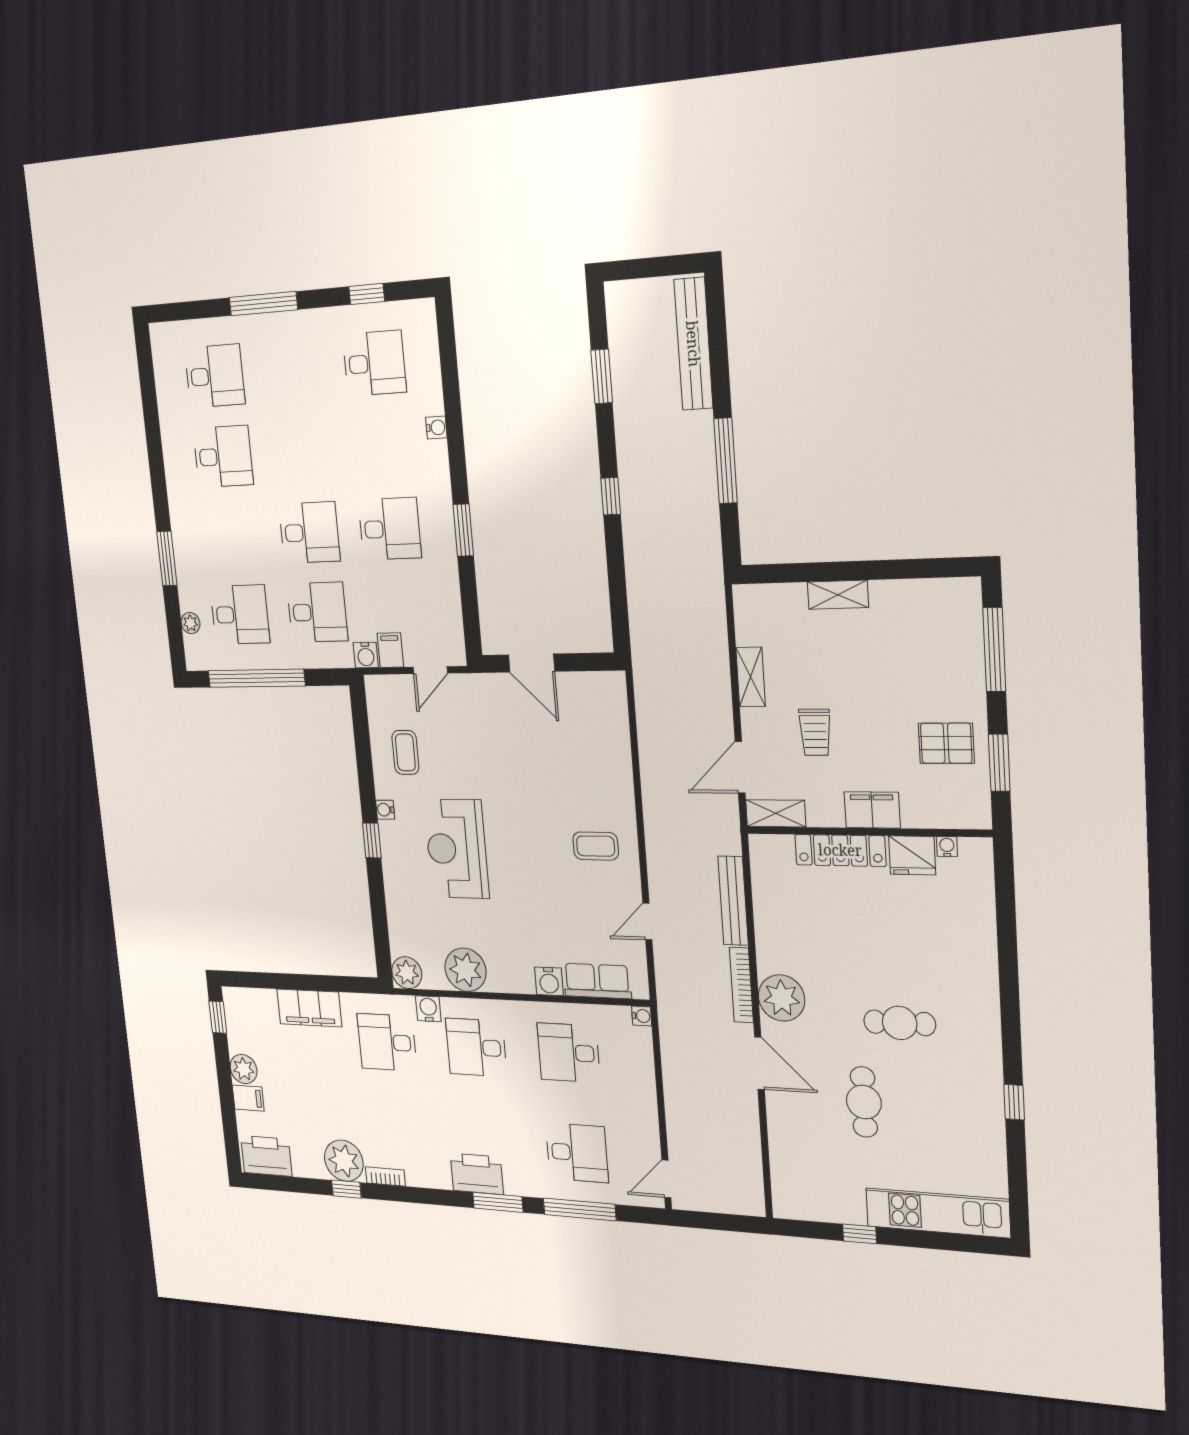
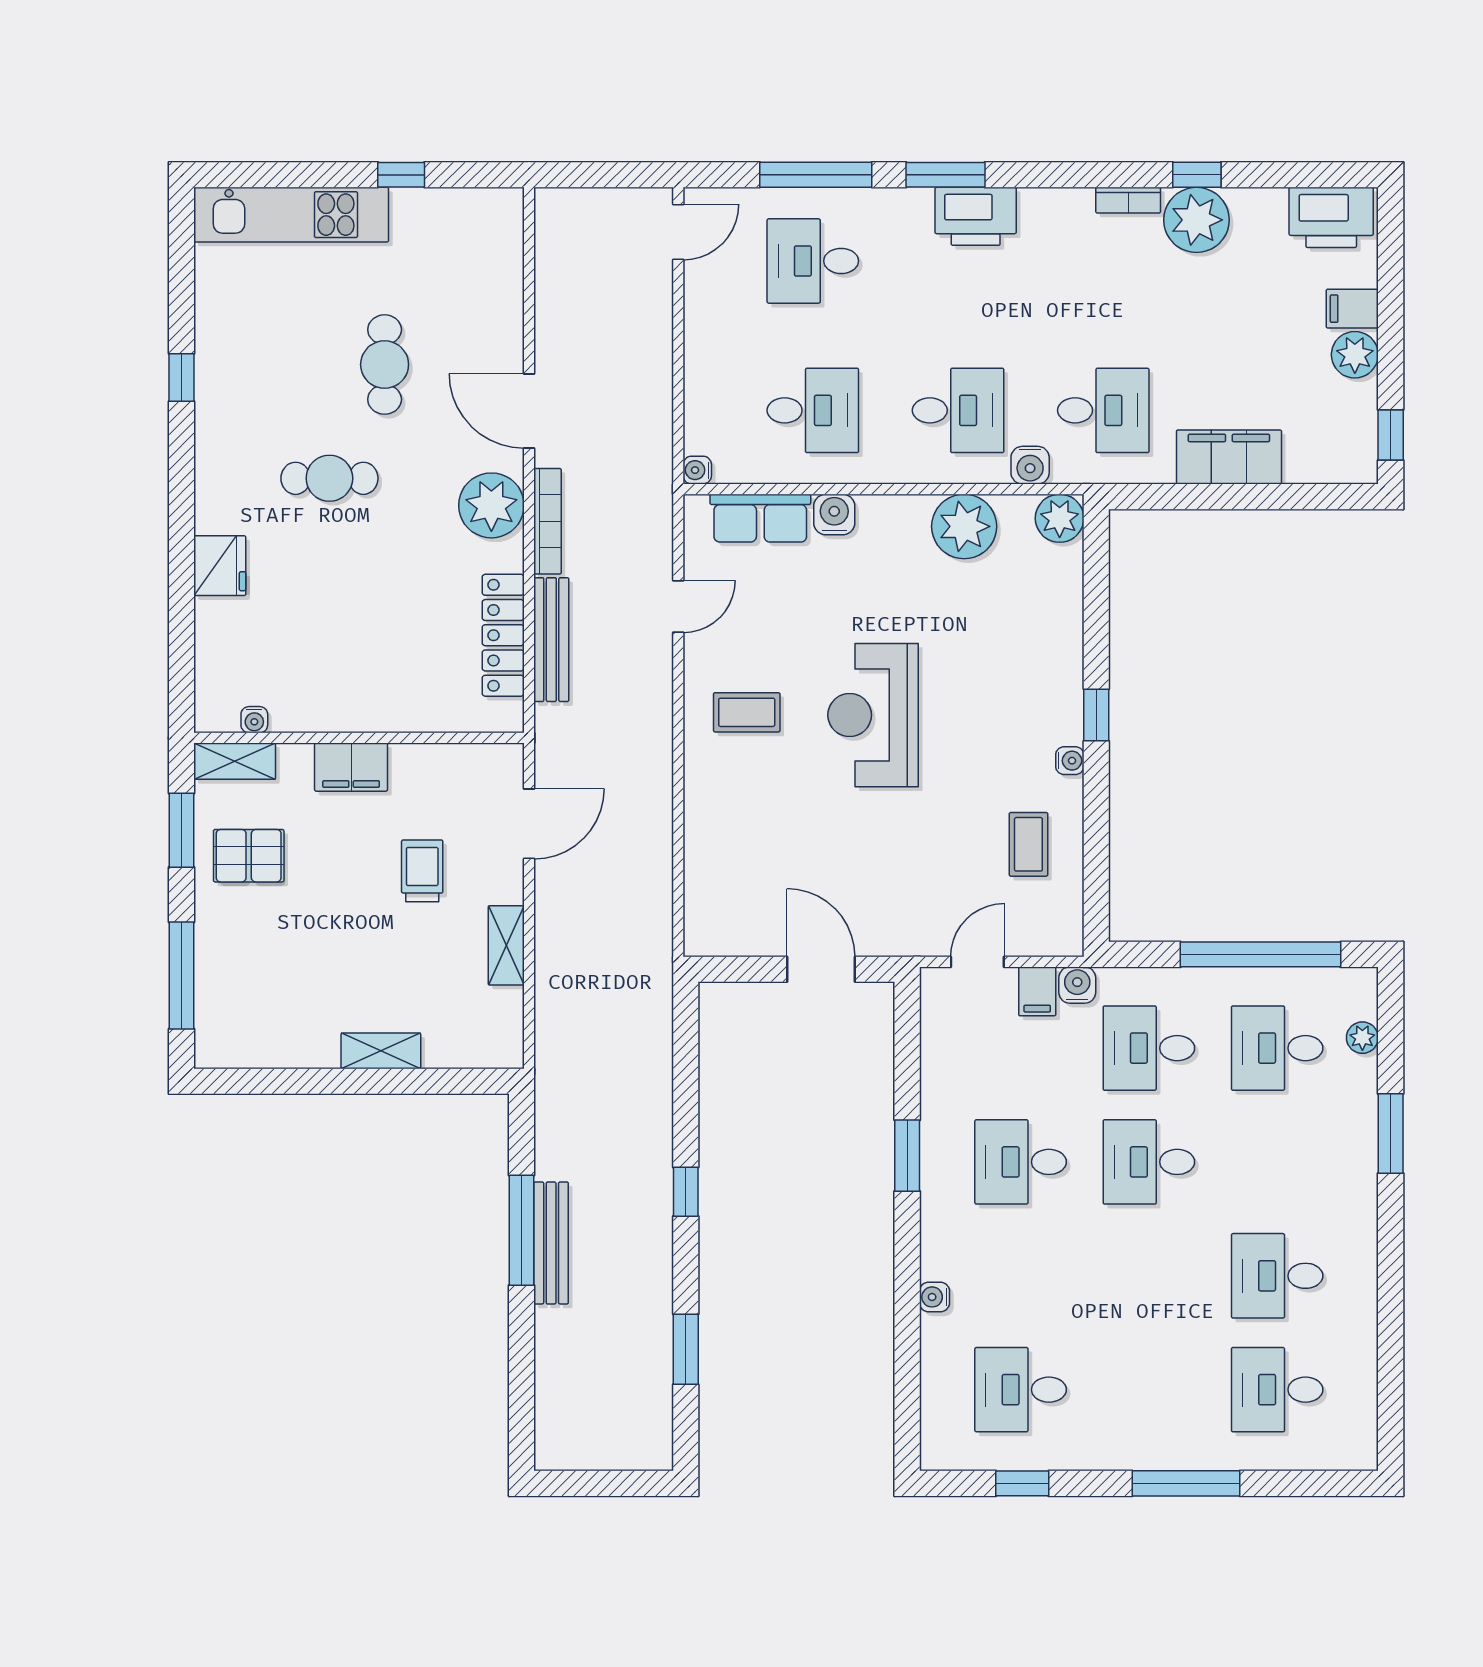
bench: (693, 344) -> (551, 1243), moved, width x0.73, depth x0.82
shelving: (776, 813) -> (235, 761), moved
reception desk: (457, 849) -> (873, 715), moved, turned 180
locker: (840, 850) -> (503, 635), moved, turned -90
fridge: (912, 855) -> (220, 566), moved, turned 90

